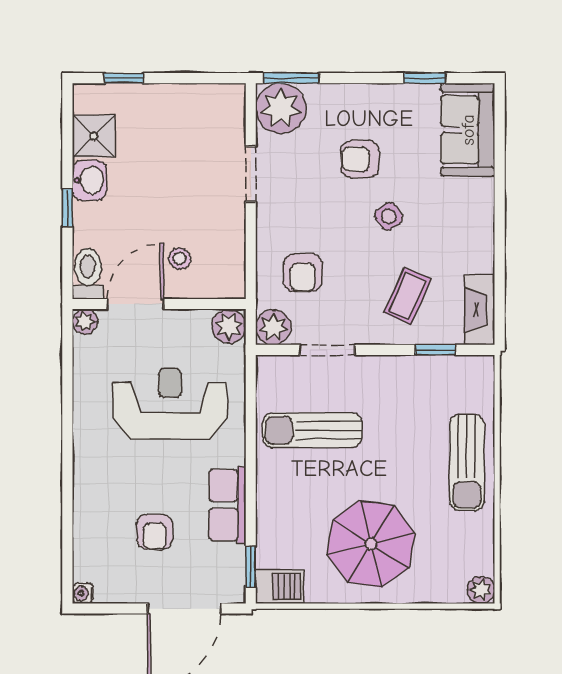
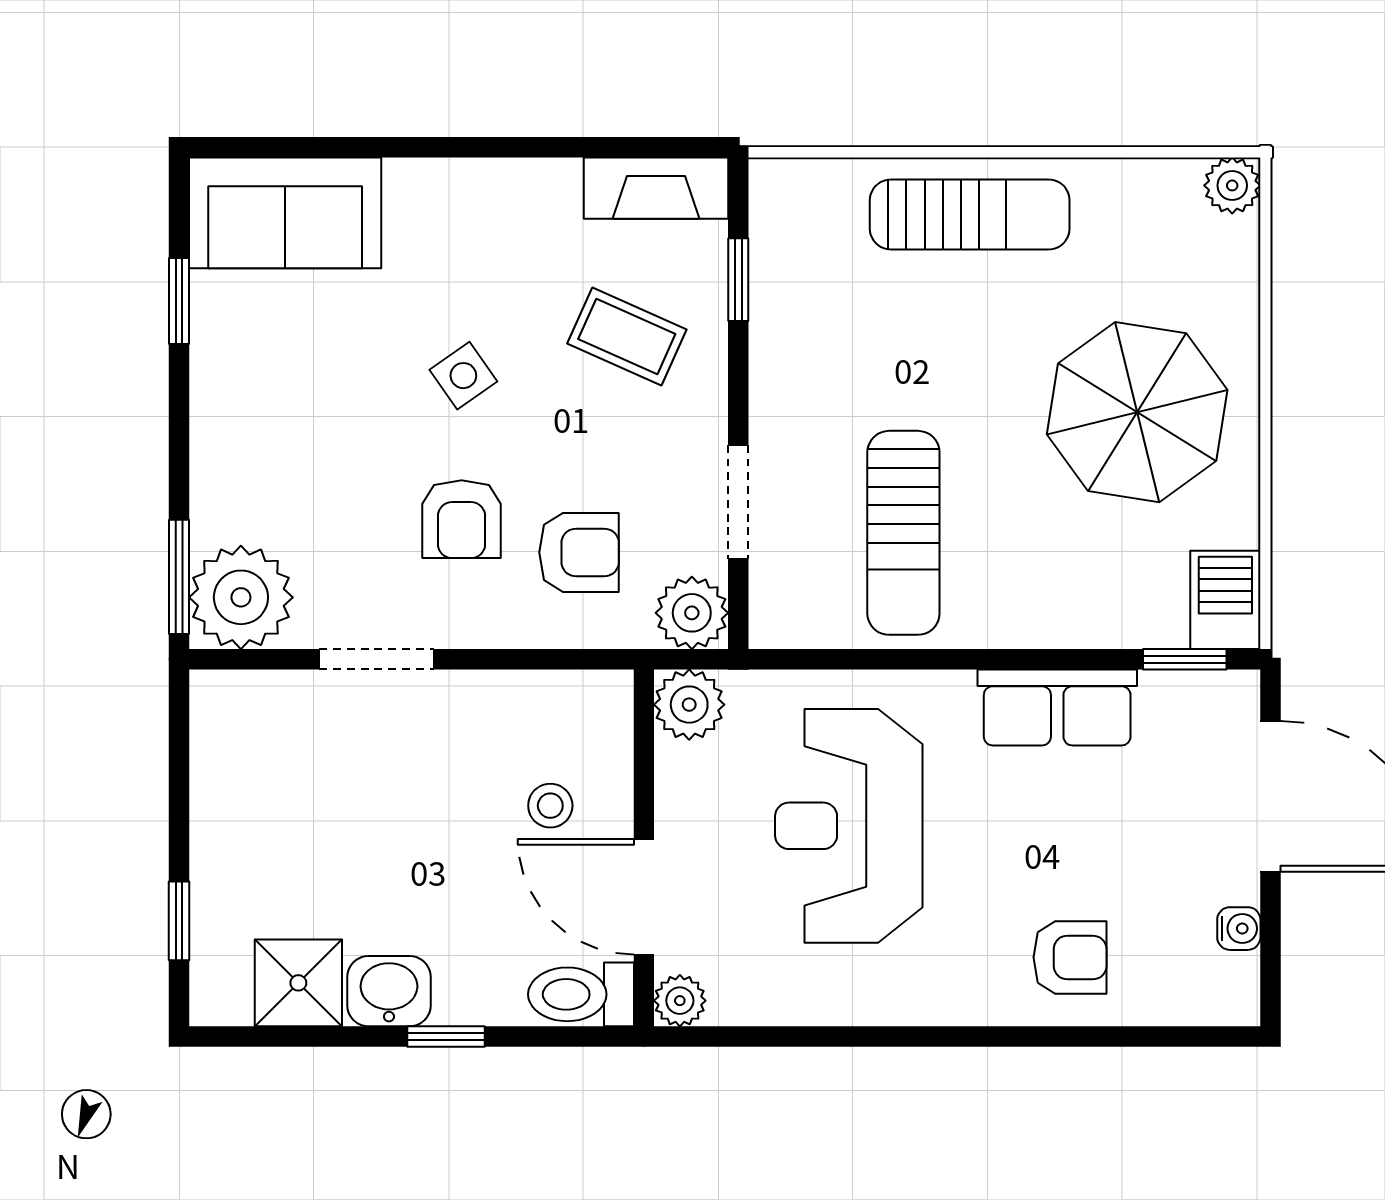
armchair: (360, 159) -> (462, 519), moved
armchair: (155, 532) -> (1070, 957), moved
water cooler: (83, 593) -> (1239, 929), moved, turned -90

